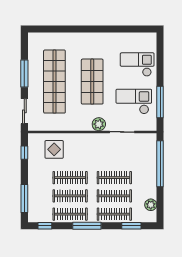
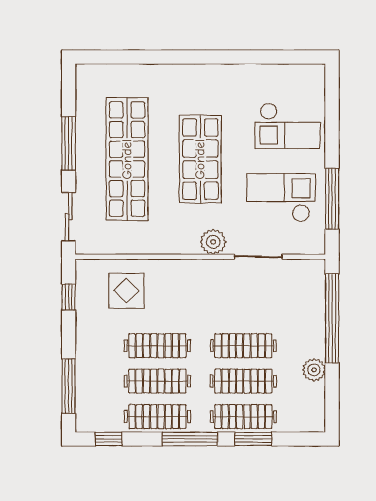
checkout: (137, 64) -> (288, 126), turned 180
plant: (151, 205) -> (314, 370), moved
window: (131, 226) -> (253, 439), moved

